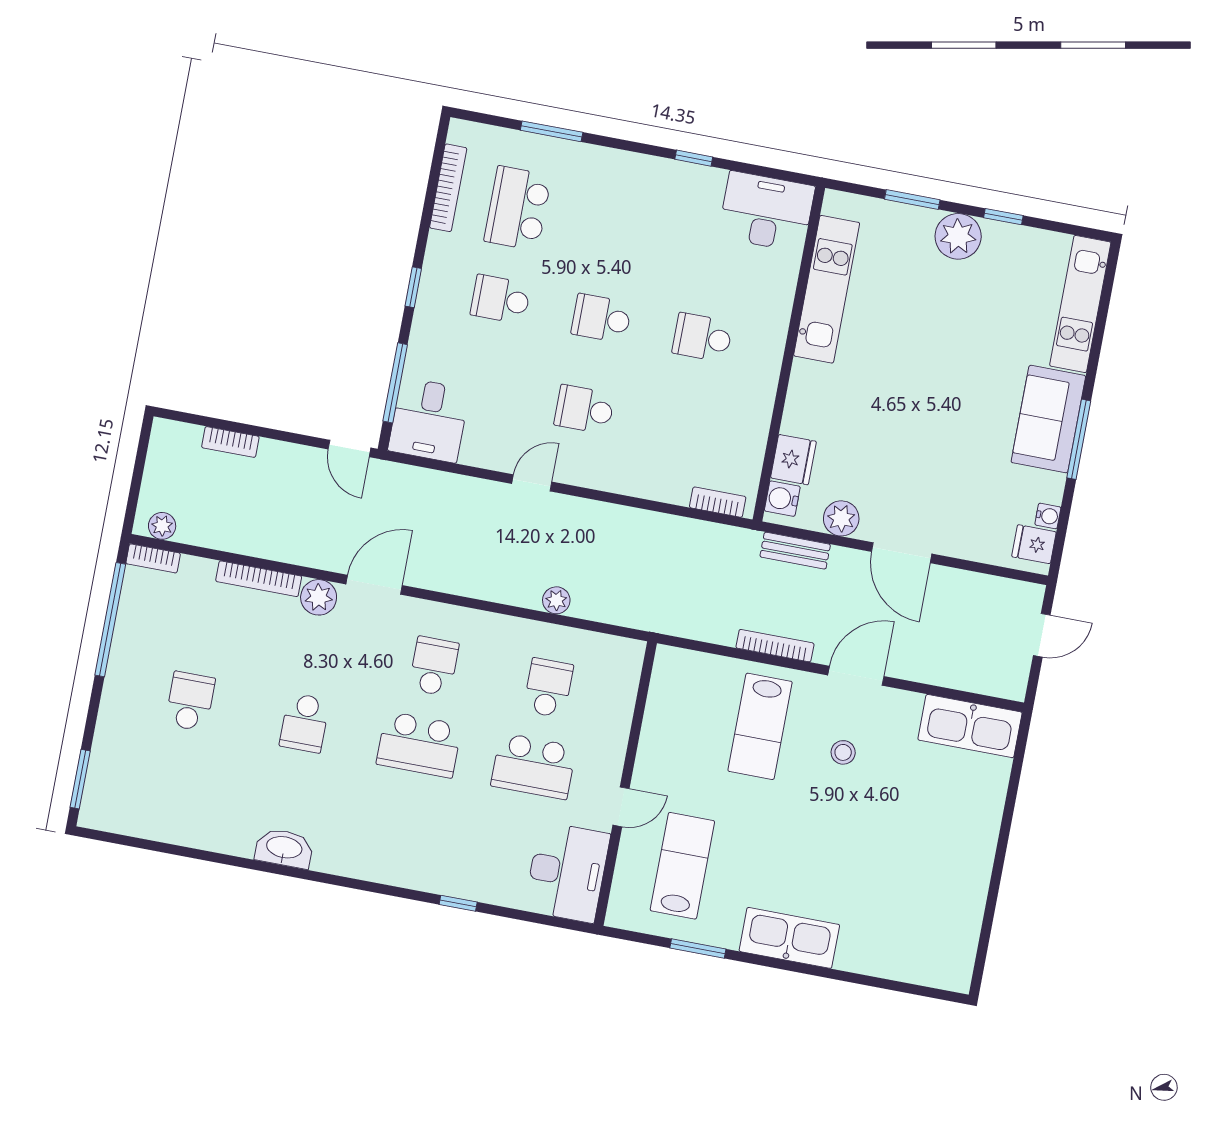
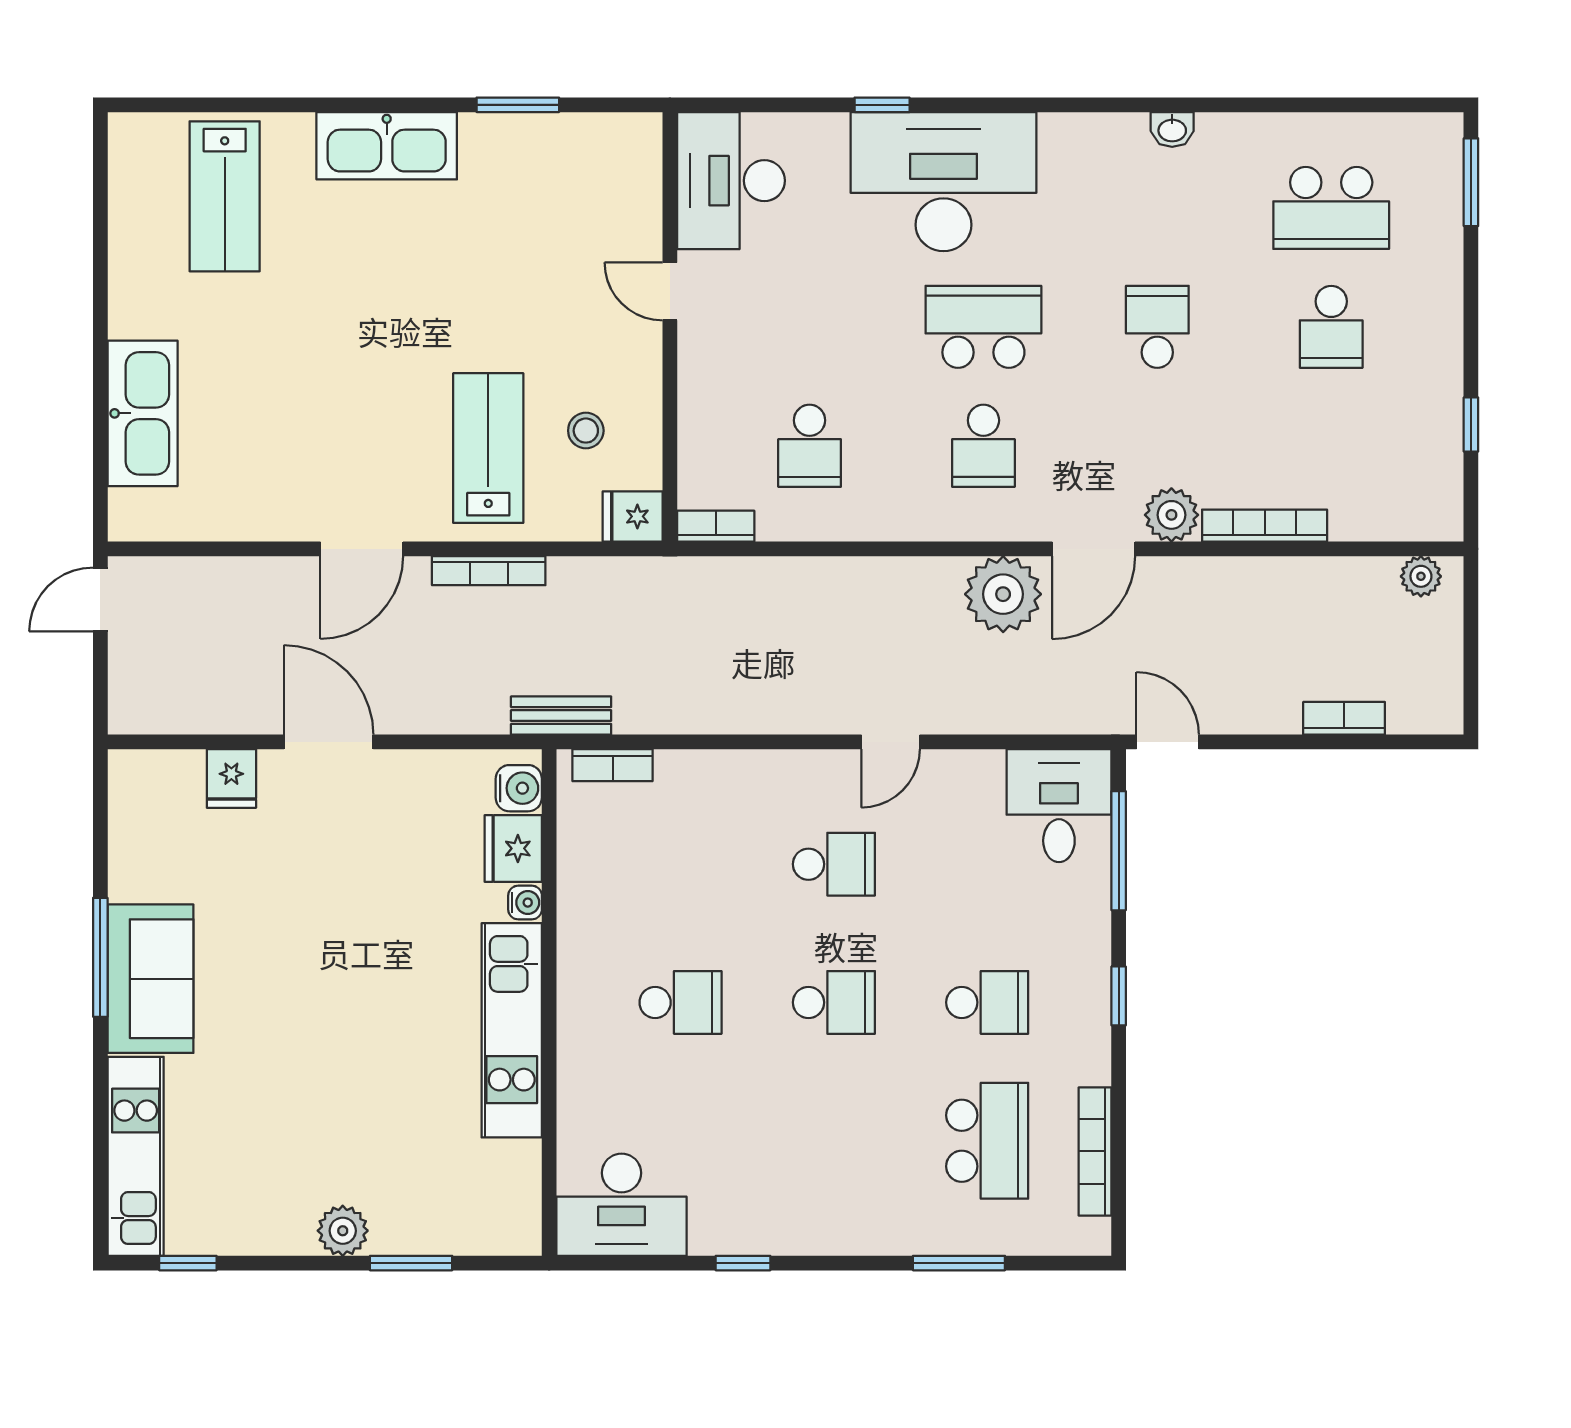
window: (1003, 217) -> (188, 1263), moved
plant: (958, 236) -> (343, 1231), width x0.73, depth x0.73
kitchen unit: (827, 289) -> (512, 1030), moved
water cooler: (1048, 516) -> (525, 903), moved, turned 180
plant: (841, 518) -> (427, 776), removed
fridge: (1034, 544) -> (231, 778), moved, turned 90
bench: (795, 551) -> (561, 716), moved
bookcase: (153, 558) -> (716, 526), moved
plant: (556, 600) -> (1003, 594), moved, width x1.87, depth x1.87
window: (110, 620) -> (1471, 424), width x0.32
door: (1042, 635) -> (100, 599), moved
fridge: (674, 663) -> (633, 516), added
kitchen sink: (970, 726) -> (143, 413), moved, turned 90
stool: (843, 752) -> (586, 431), moved
school desk: (533, 766) -> (1331, 208), moved, turned 180
door: (621, 807) -> (670, 291), hinge flipped
desk: (427, 845) -> (943, 182), added
washbasin: (284, 848) -> (1172, 129), width x0.52, depth x0.69
lab bench: (682, 866) -> (225, 196), moved

